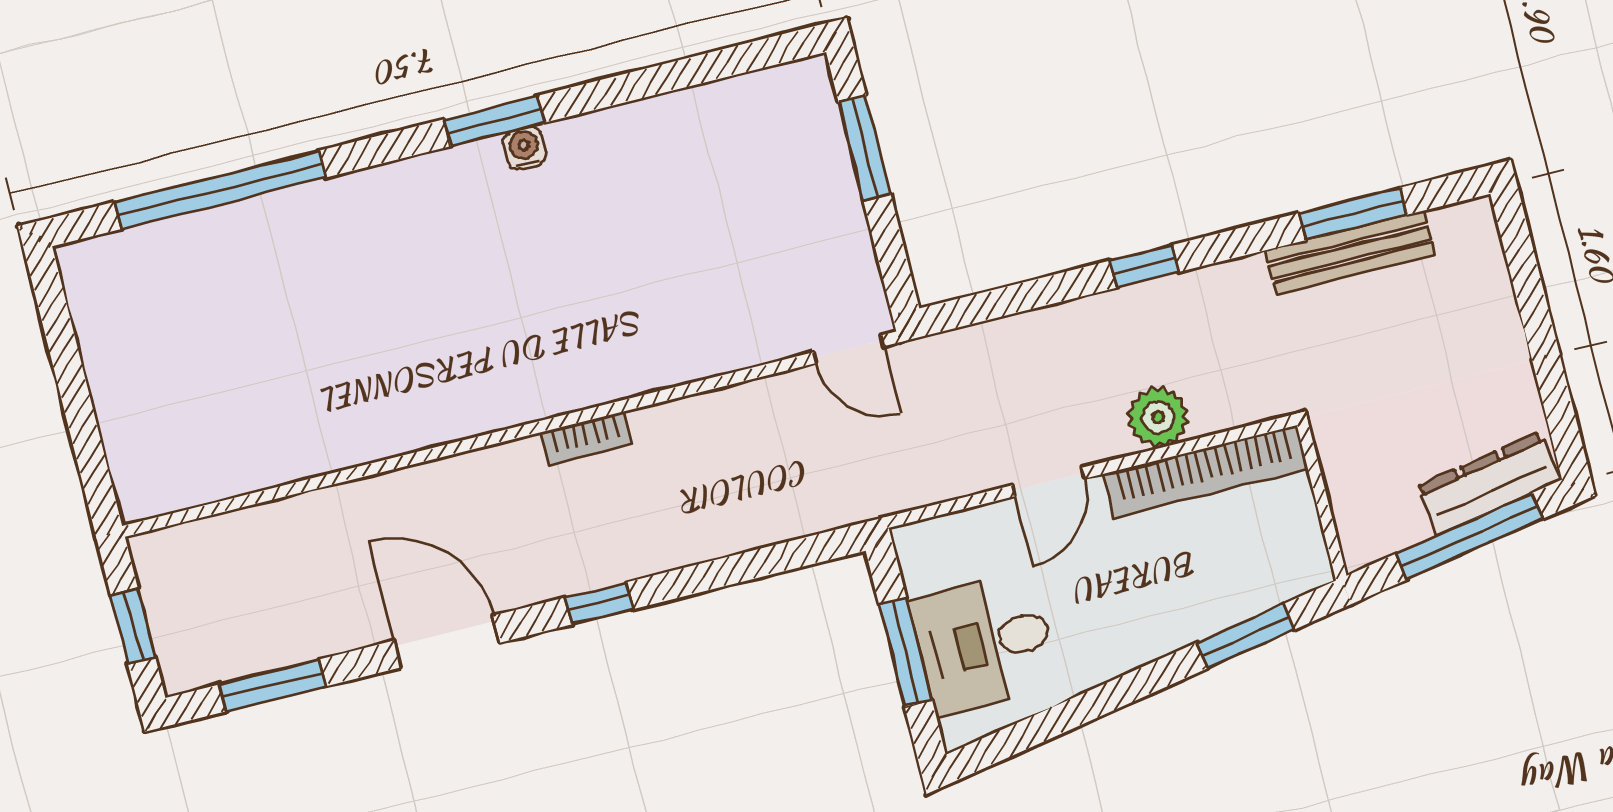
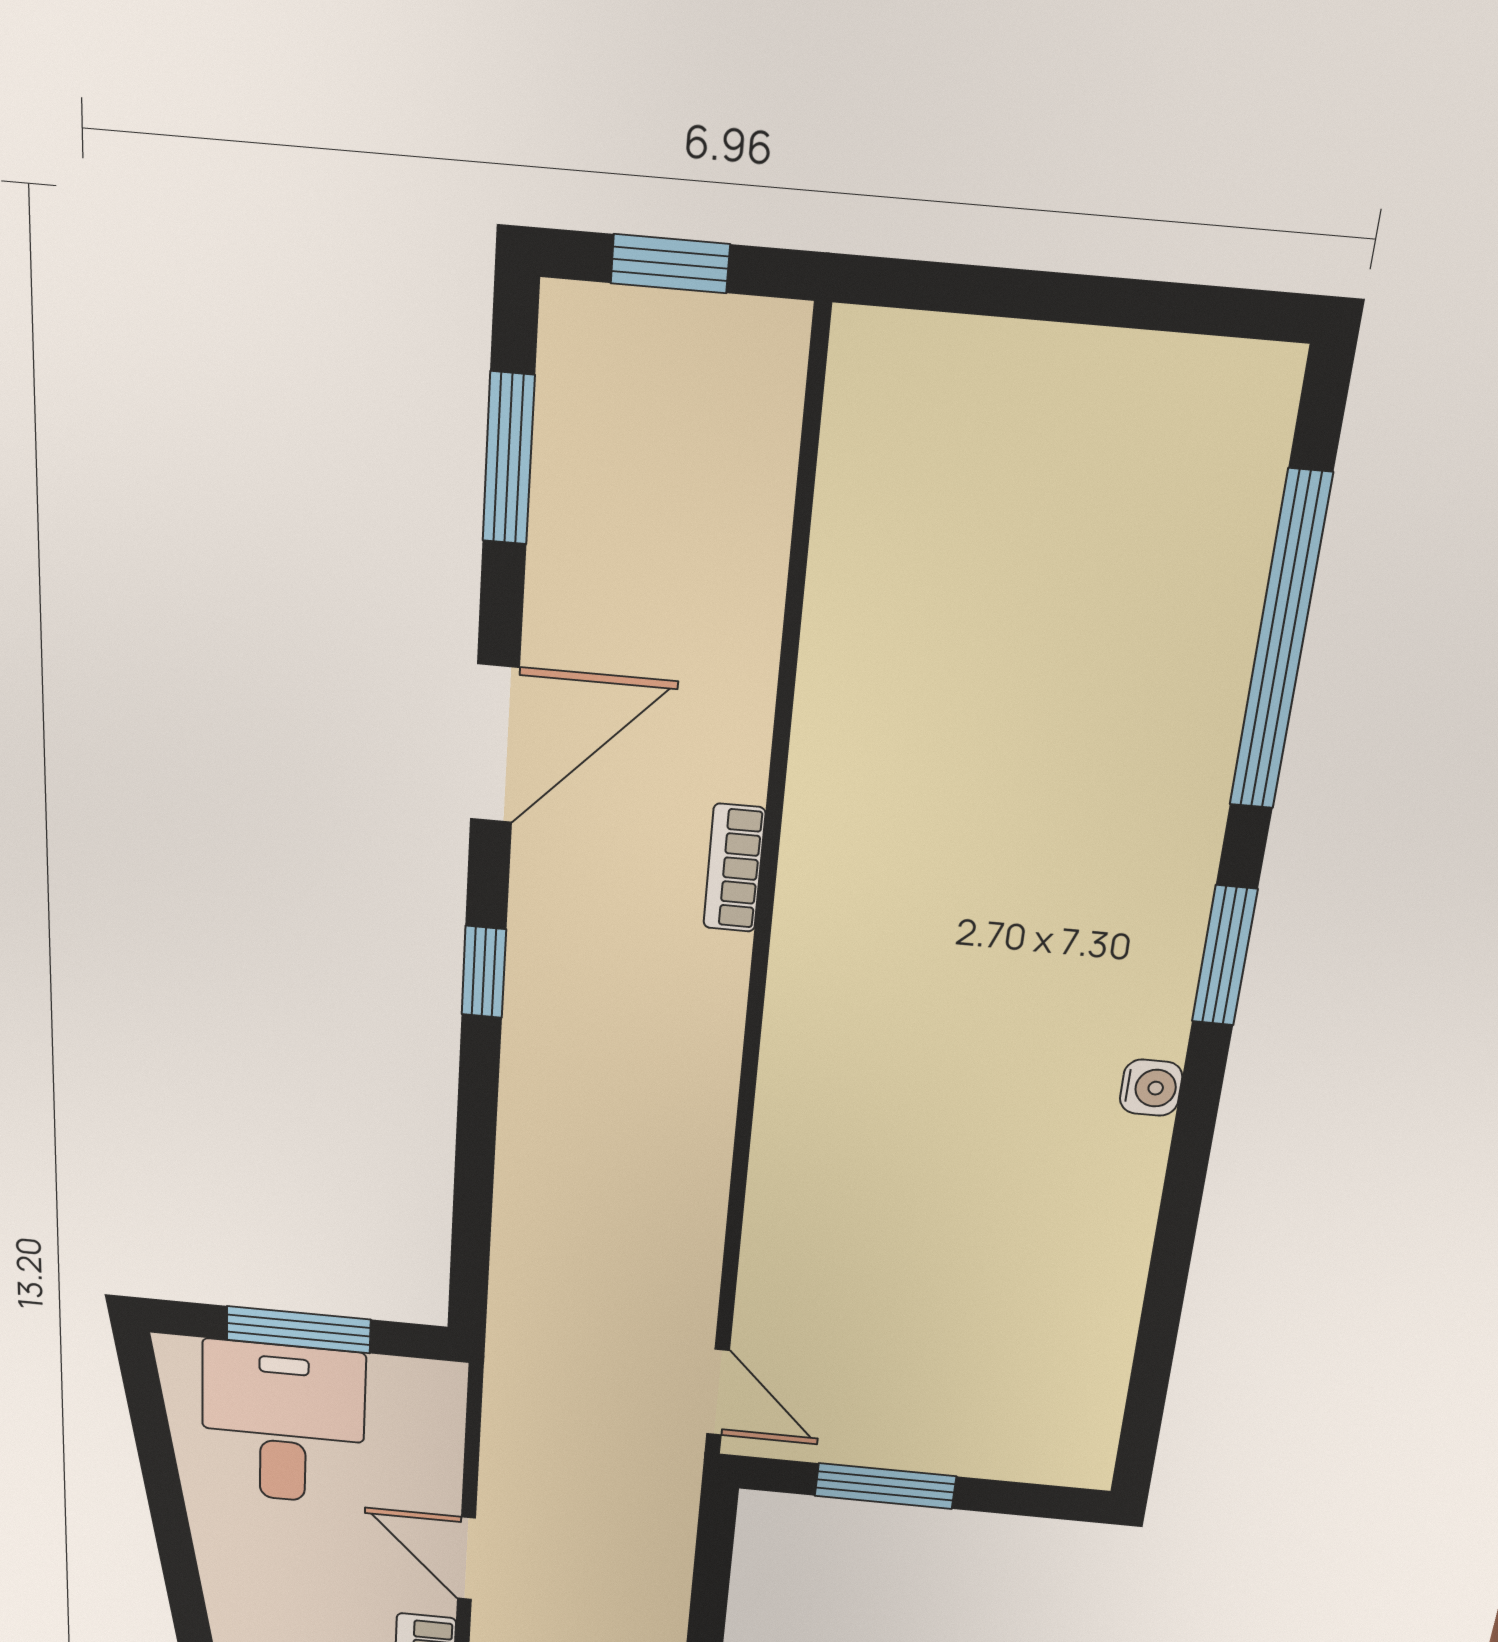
window: (494, 121) -> (1225, 956), moved
window: (865, 148) -> (885, 1486), moved
door: (848, 349) -> (718, 1392), swing flipped
bookcase: (587, 438) -> (734, 868), moved

